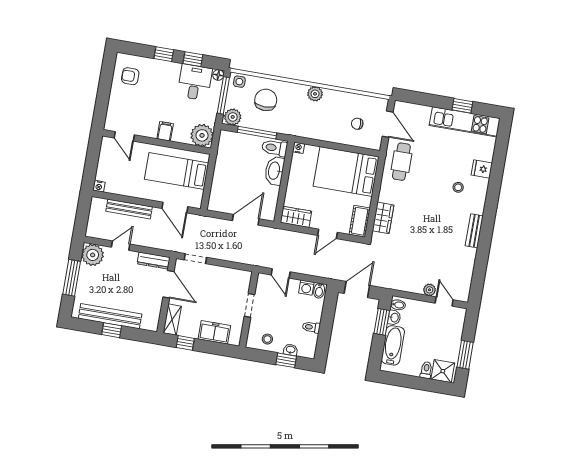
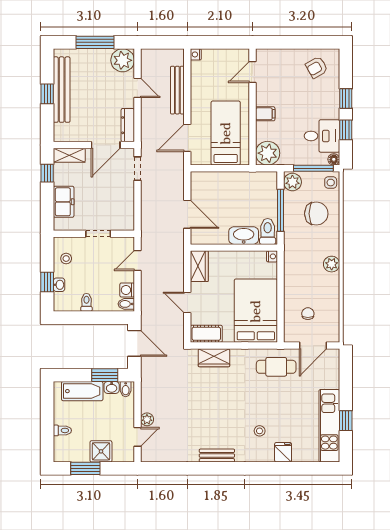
armchair: (130, 76) -> (317, 67), turned -120
shower: (443, 371) -> (101, 451), moved

